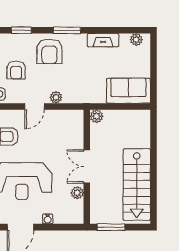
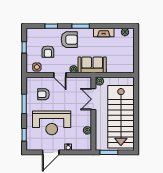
armchair: (49, 51) -> (69, 40), turned -90
sofa: (128, 91) -> (92, 65), moved
door: (35, 107) -> (60, 75), hinge flipped
double door: (87, 166) -> (93, 99), moved
stairs: (137, 185) -> (121, 117), width x1.36, depth x1.51

